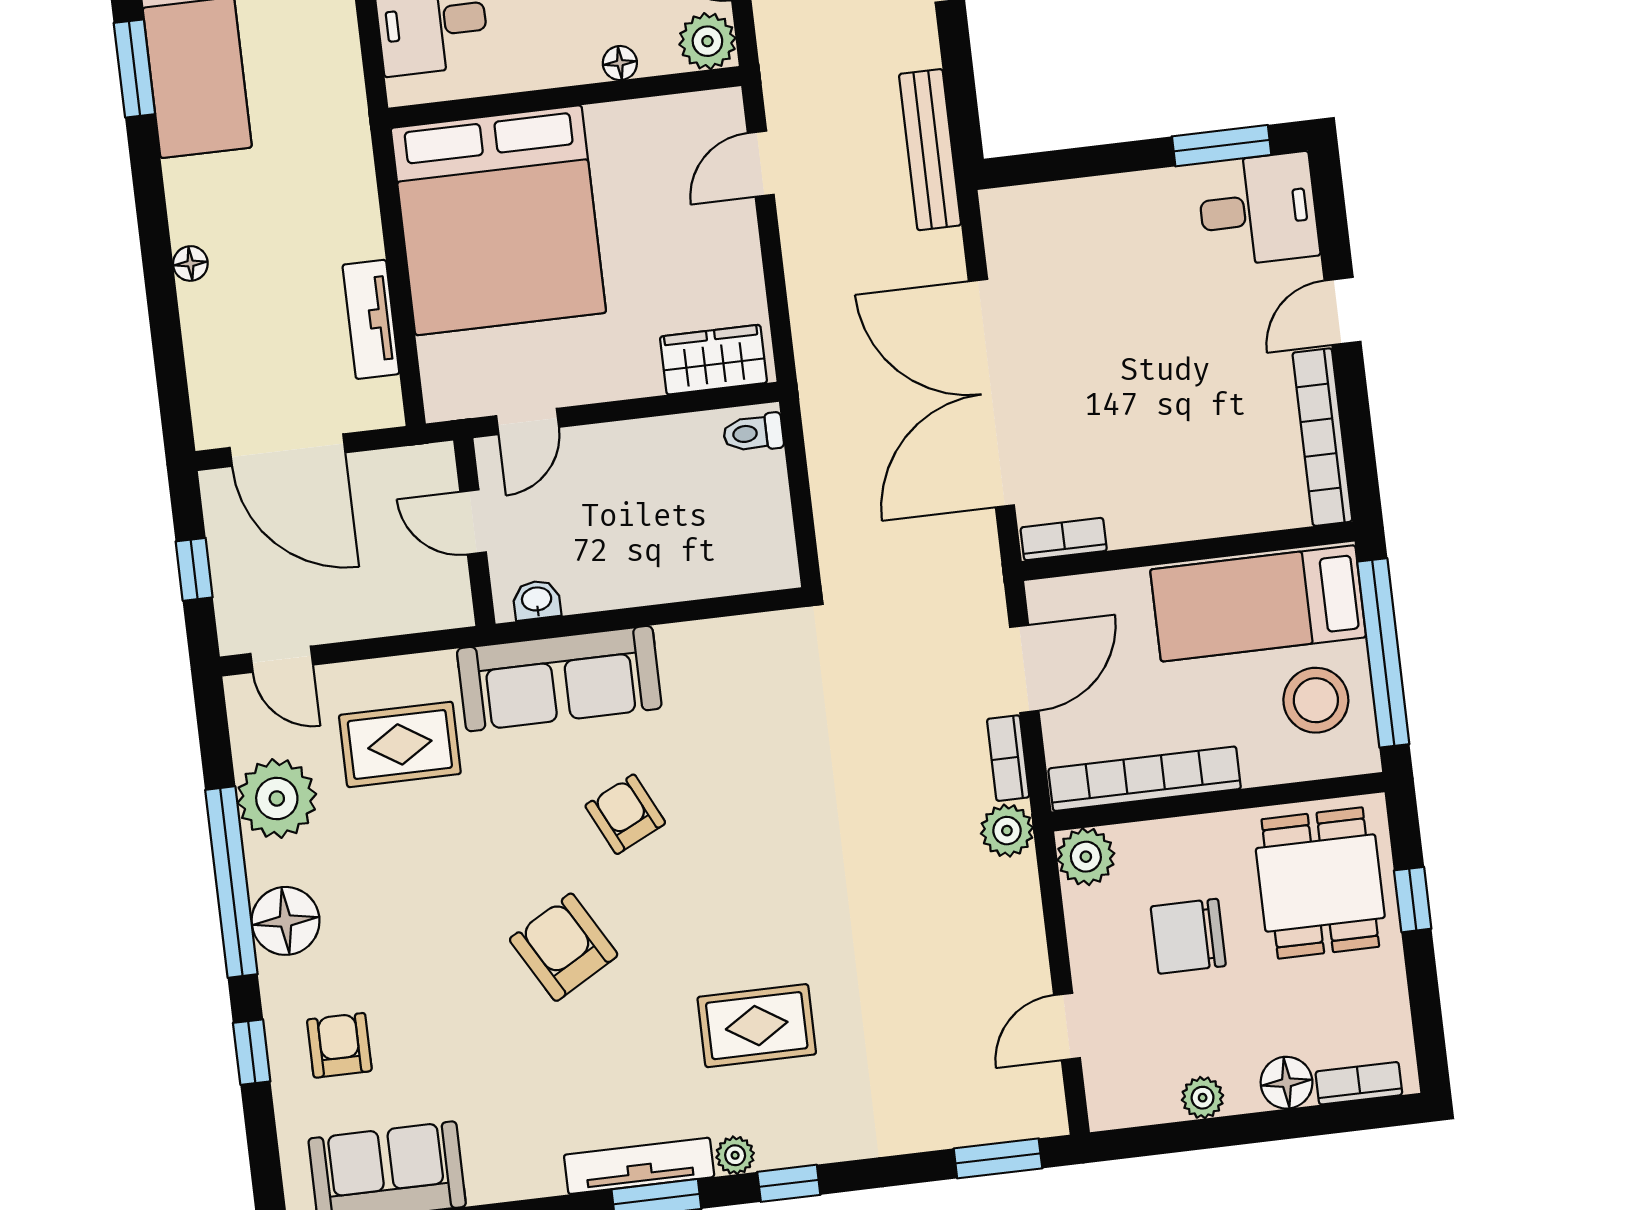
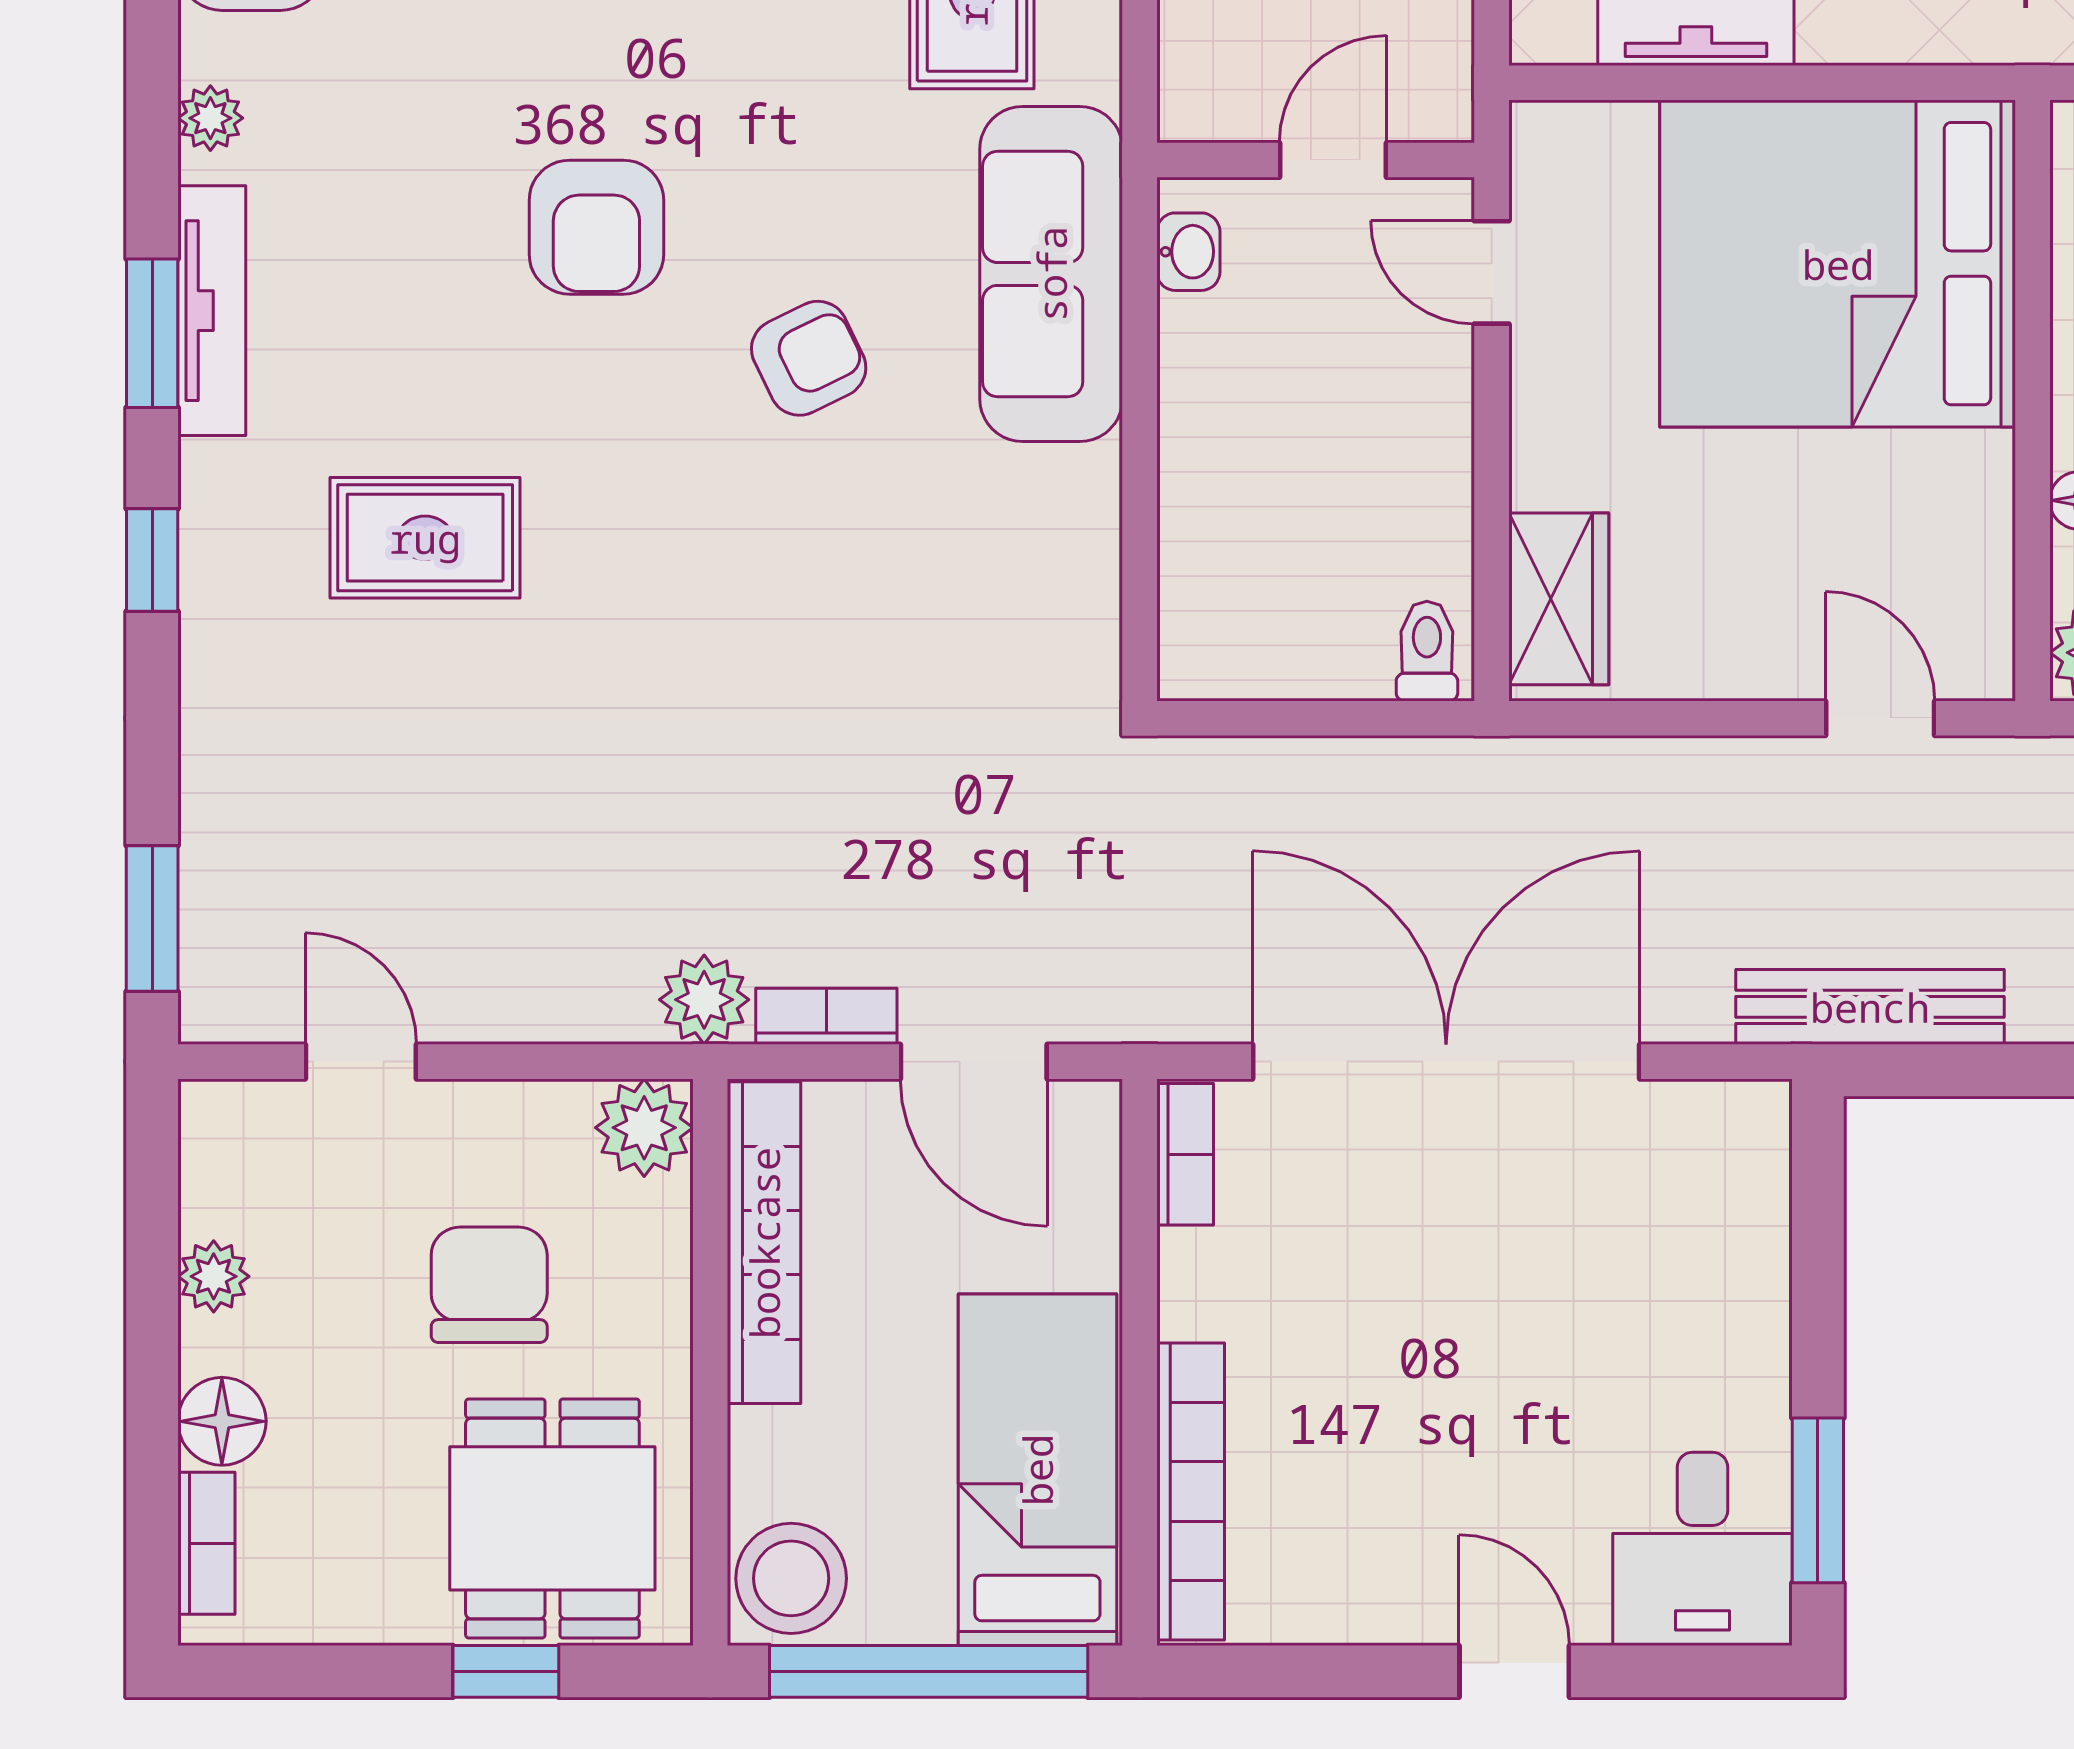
bookcase: (1322, 437) -> (1191, 1491), moved, turned 90
stool: (1316, 700) -> (791, 1578), moved
dining table: (1320, 883) -> (552, 1518), turned 90
armchair: (564, 947) -> (596, 227), turned 120
rug: (757, 1026) -> (425, 538), turned 90
plant: (735, 1155) -> (210, 118), moved

